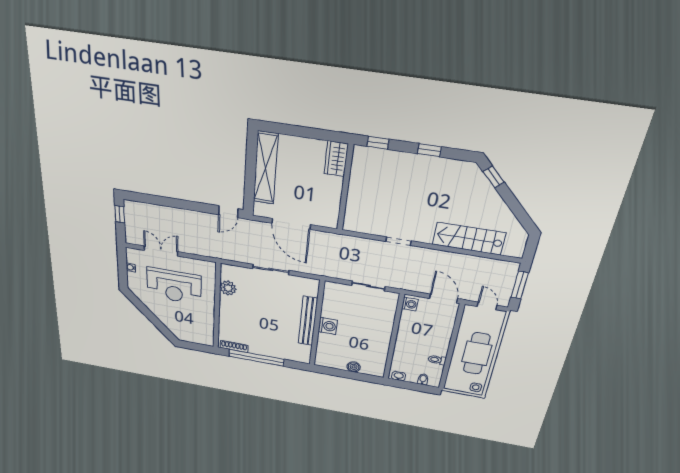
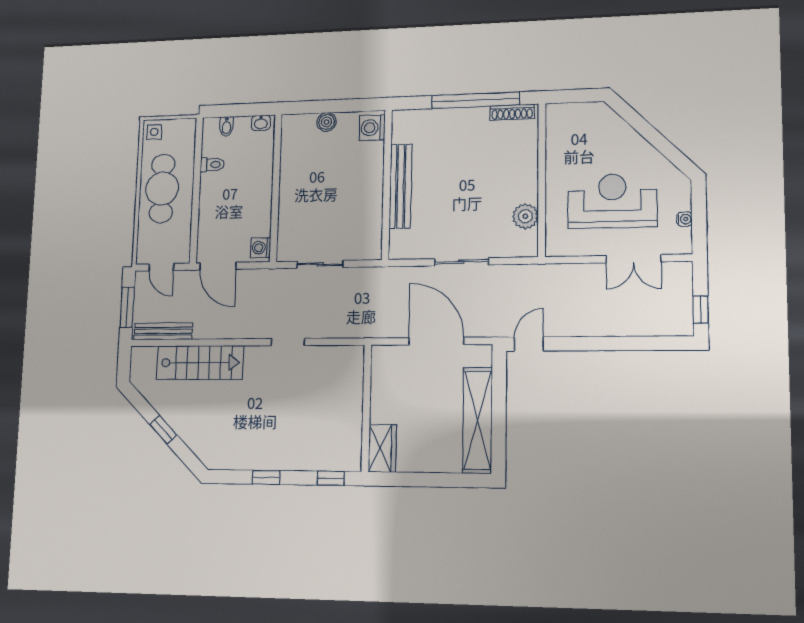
window: (494, 177) -> (163, 430), moved
bench: (494, 264) -> (163, 331), added
washing machine: (328, 326) -> (372, 128), moved

